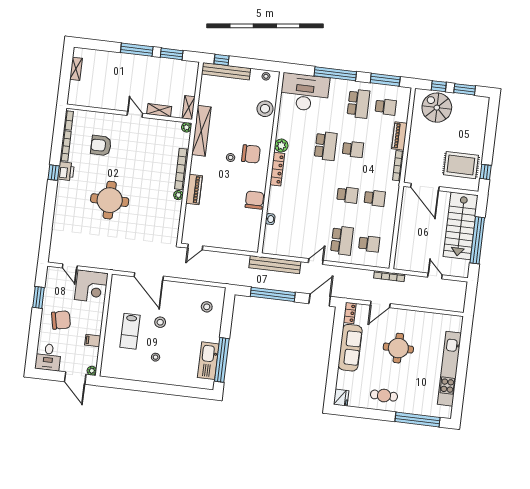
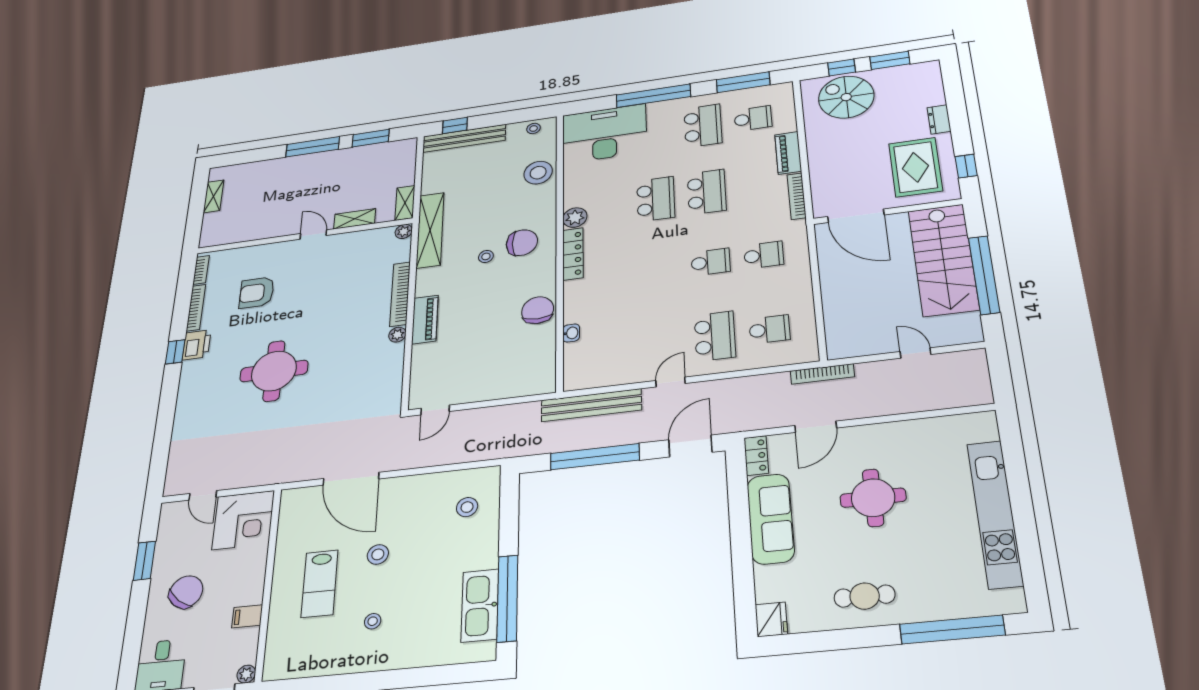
dresser: (480, 138) -> (939, 119), added
school desk: (353, 149) -> (707, 192), width x1.85
rug: (461, 165) -> (916, 167), turned 90
chair: (61, 320) -> (186, 592), turned -39

